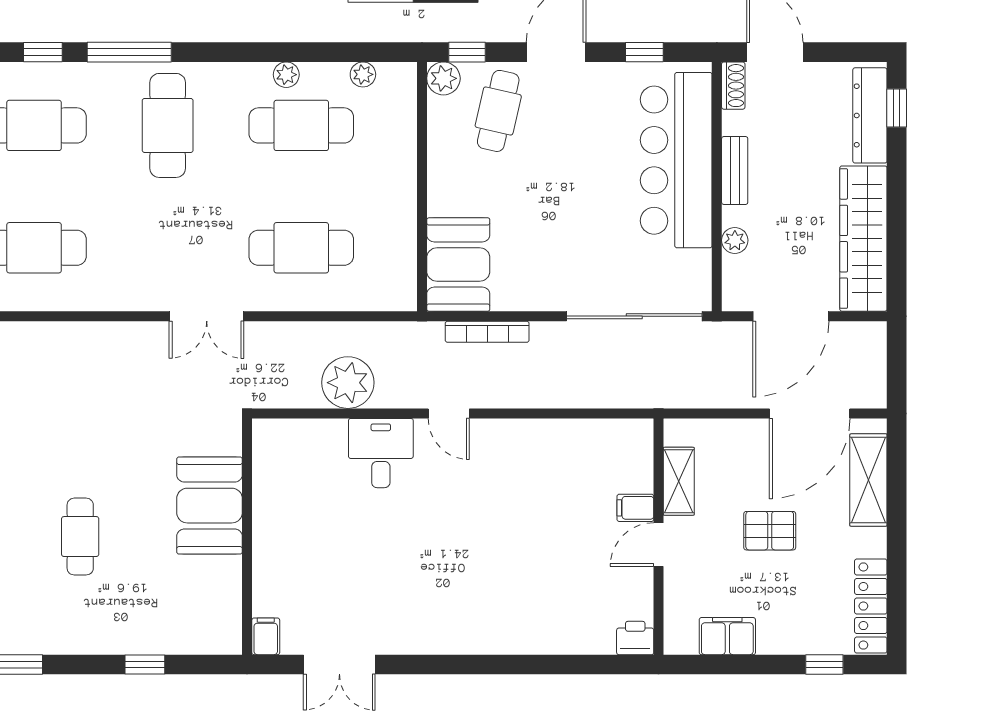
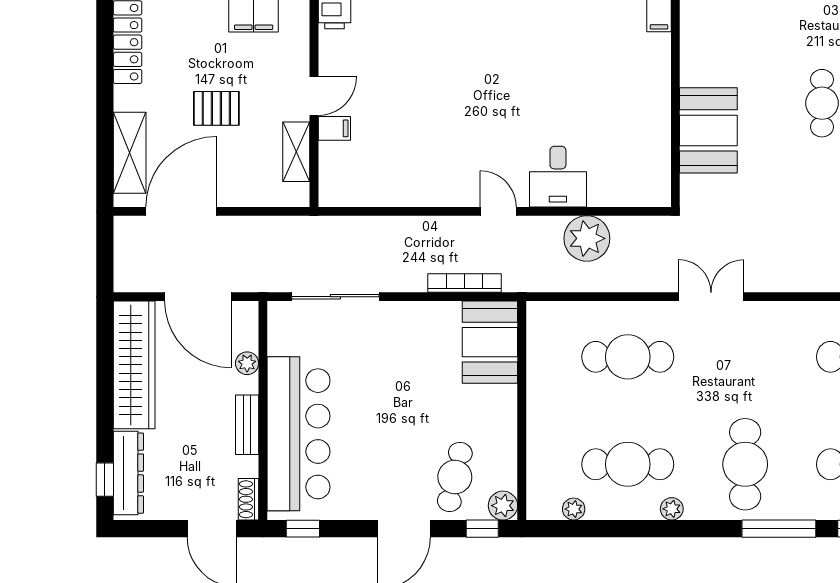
window: (644, 52) -> (303, 529), moved
plant: (286, 75) -> (672, 509), moved
sliding door: (634, 316) -> (335, 297), width x0.73
door: (791, 316) -> (198, 297), swing flipped

